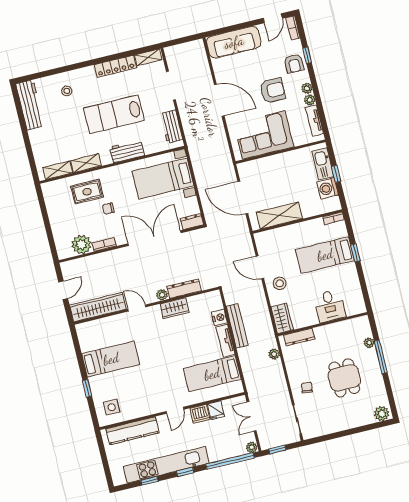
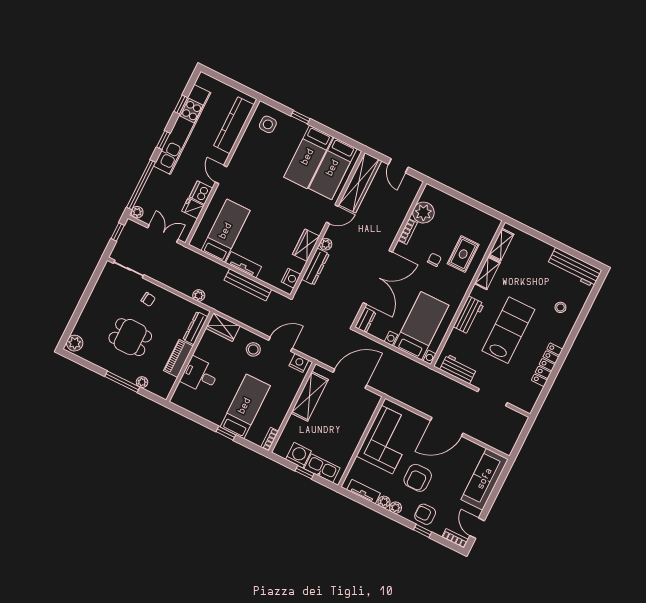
shelving: (148, 57) -> (532, 398), removed
nightstand: (262, 243) -> (299, 363), added
nightstand: (219, 318) -> (291, 278), moved, turned -90
piano: (331, 331) -> (178, 358), added
bed: (104, 335) -> (333, 168), added

